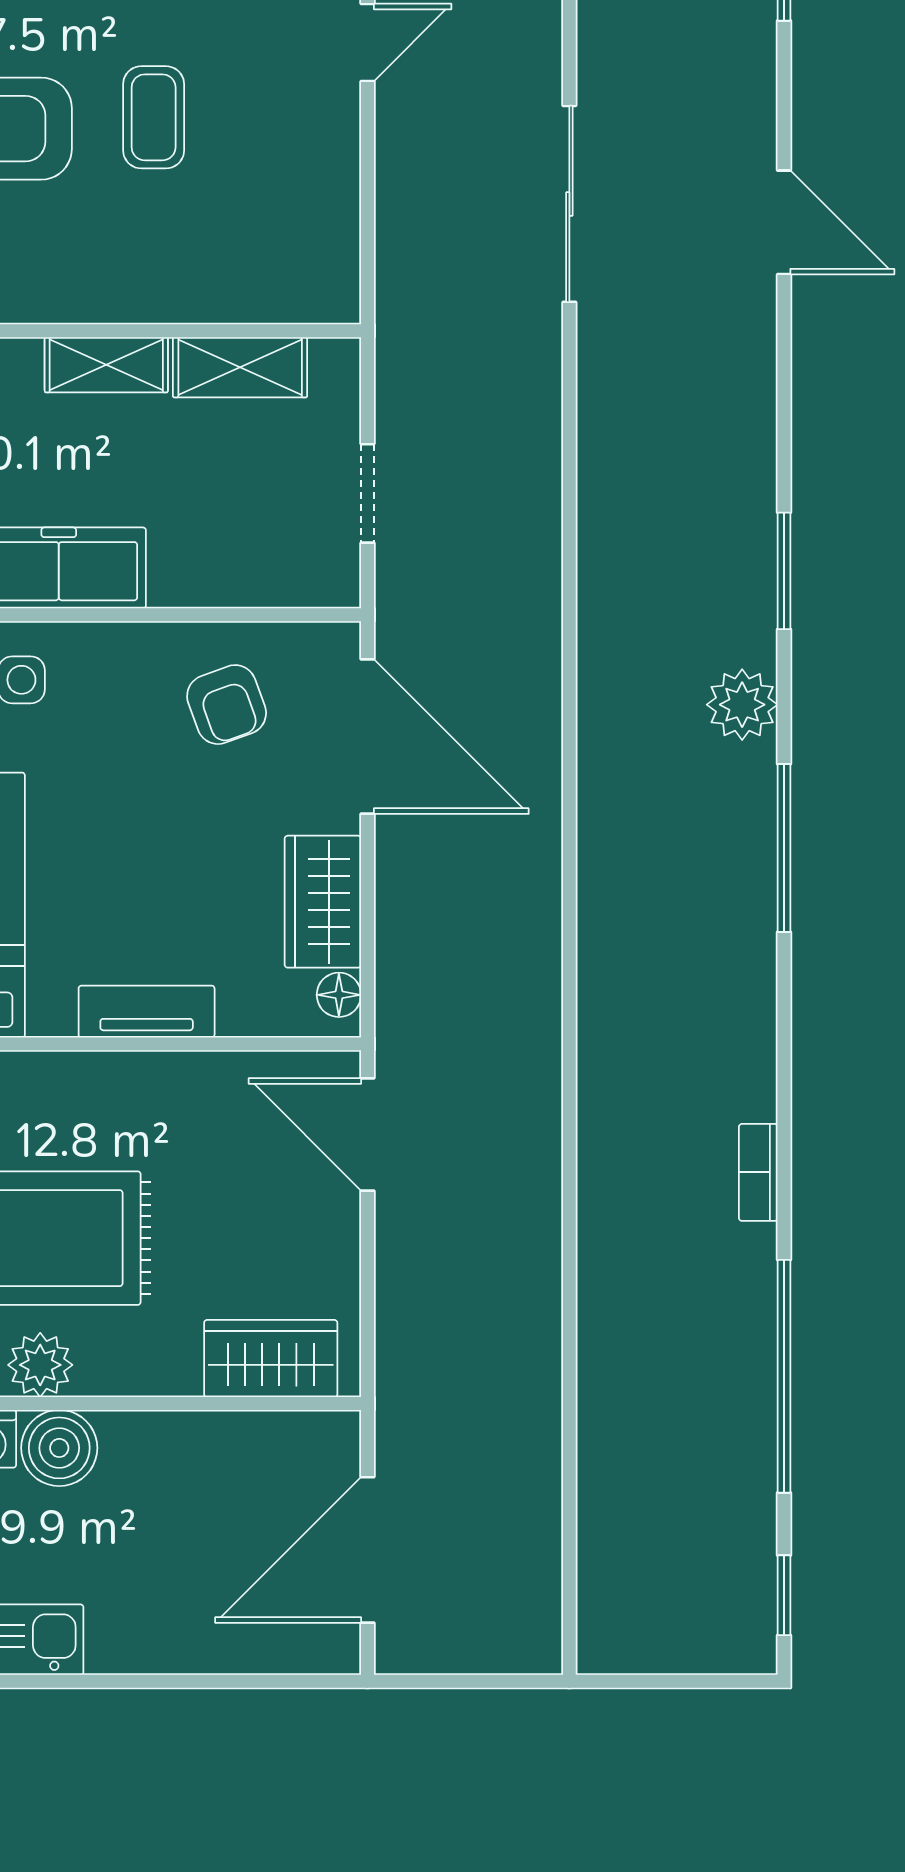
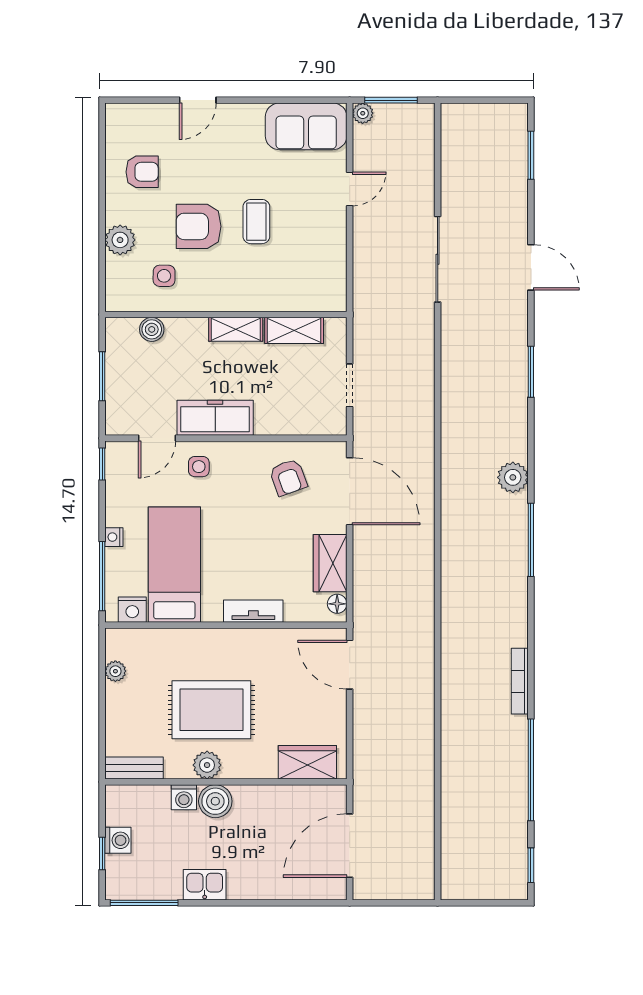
window: (784, 571) -> (531, 372), moved
bookcase: (758, 1172) -> (520, 681), width x1.56

